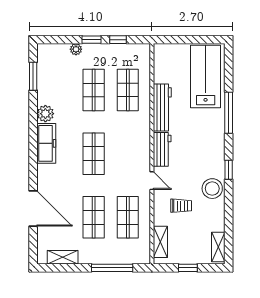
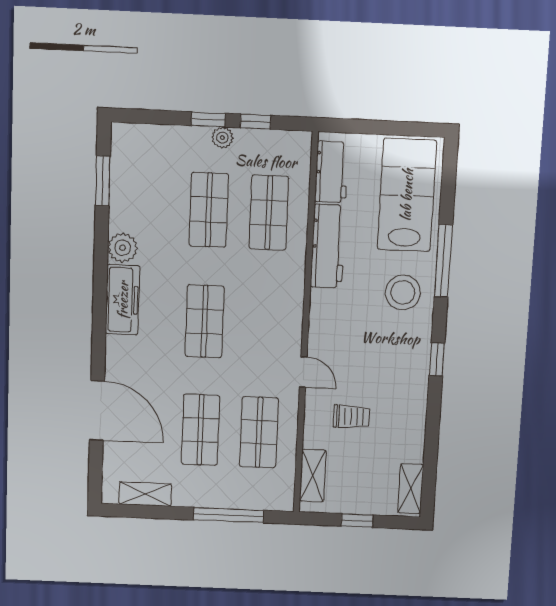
plant: (76, 49) -> (222, 138), moved
workbench: (162, 149) -> (332, 172), moved
stool: (212, 189) -> (403, 292), moved

